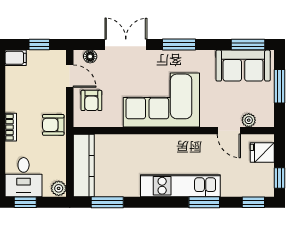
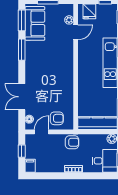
window: (179, 45) -> (22, 50), moved
corner sofa: (161, 100) -> (56, 75), removed
armchair: (53, 125) -> (72, 142), turned -90

